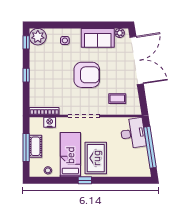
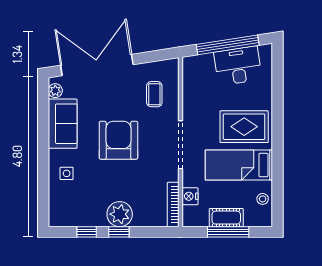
plant: (38, 37) -> (120, 214), moved
window: (26, 42) -> (87, 232), moved
desk: (133, 133) -> (238, 66), moved
window: (85, 180) -> (278, 143), removed

